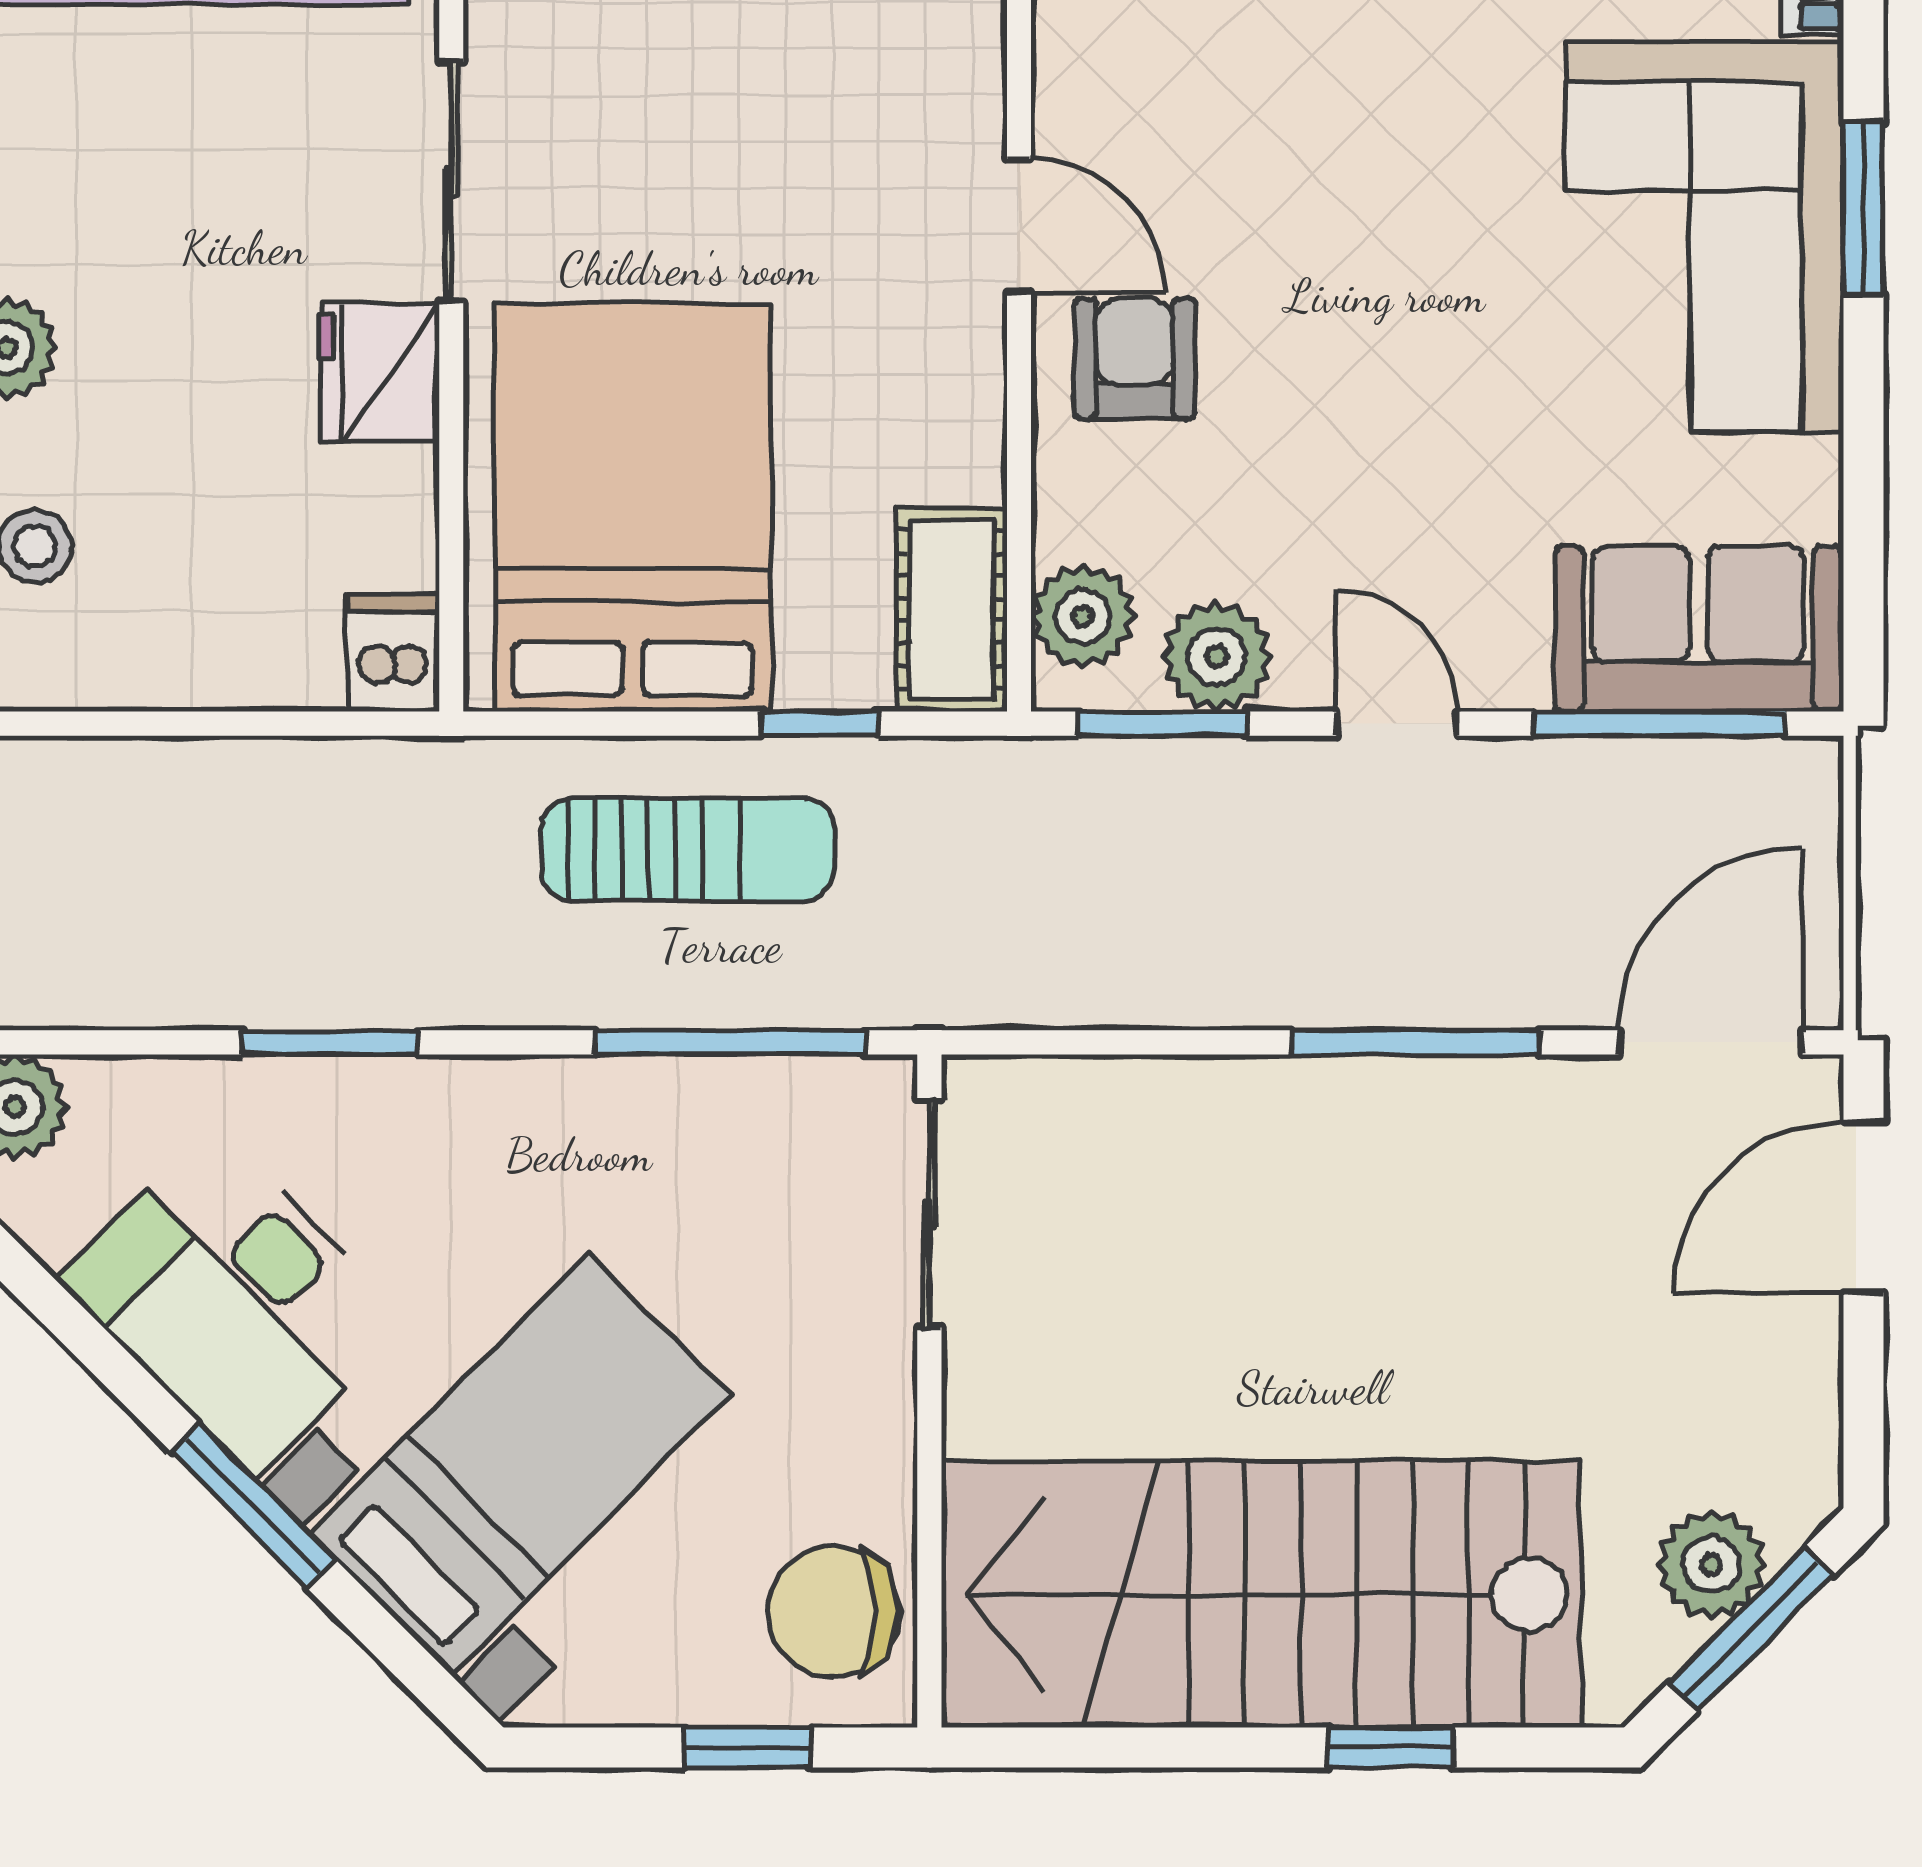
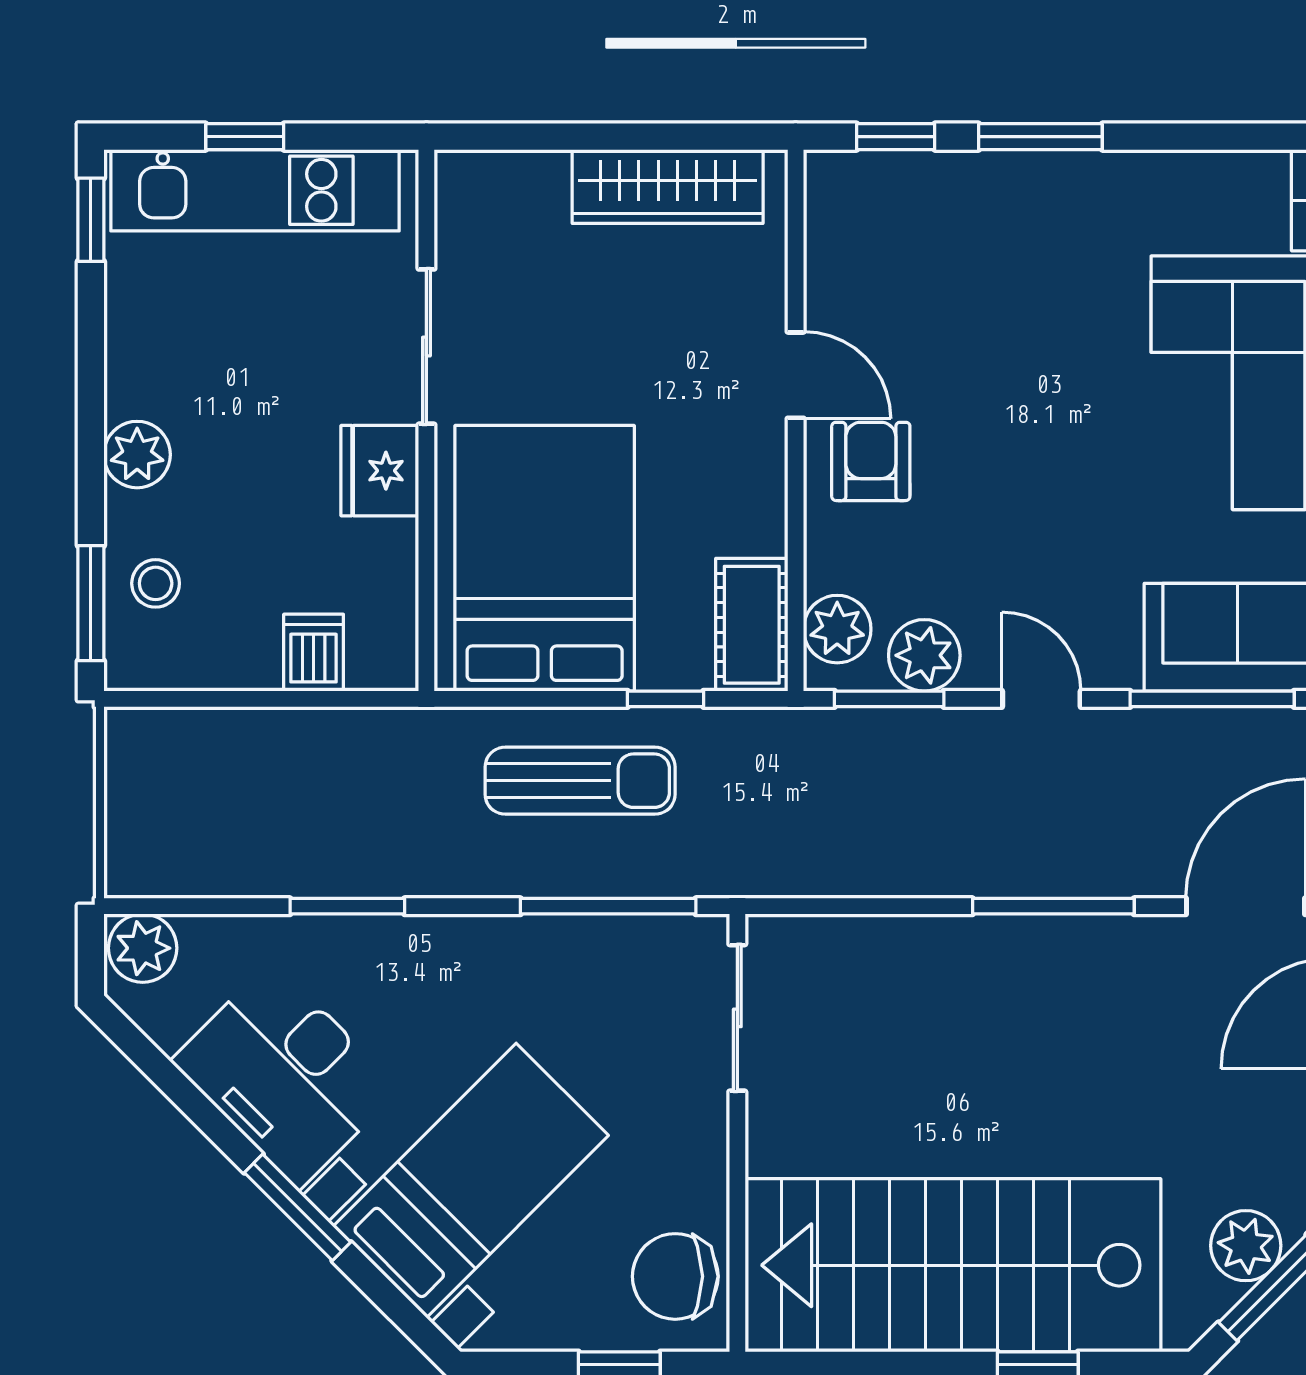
dishwasher: (393, 653) -> (314, 653), moved

